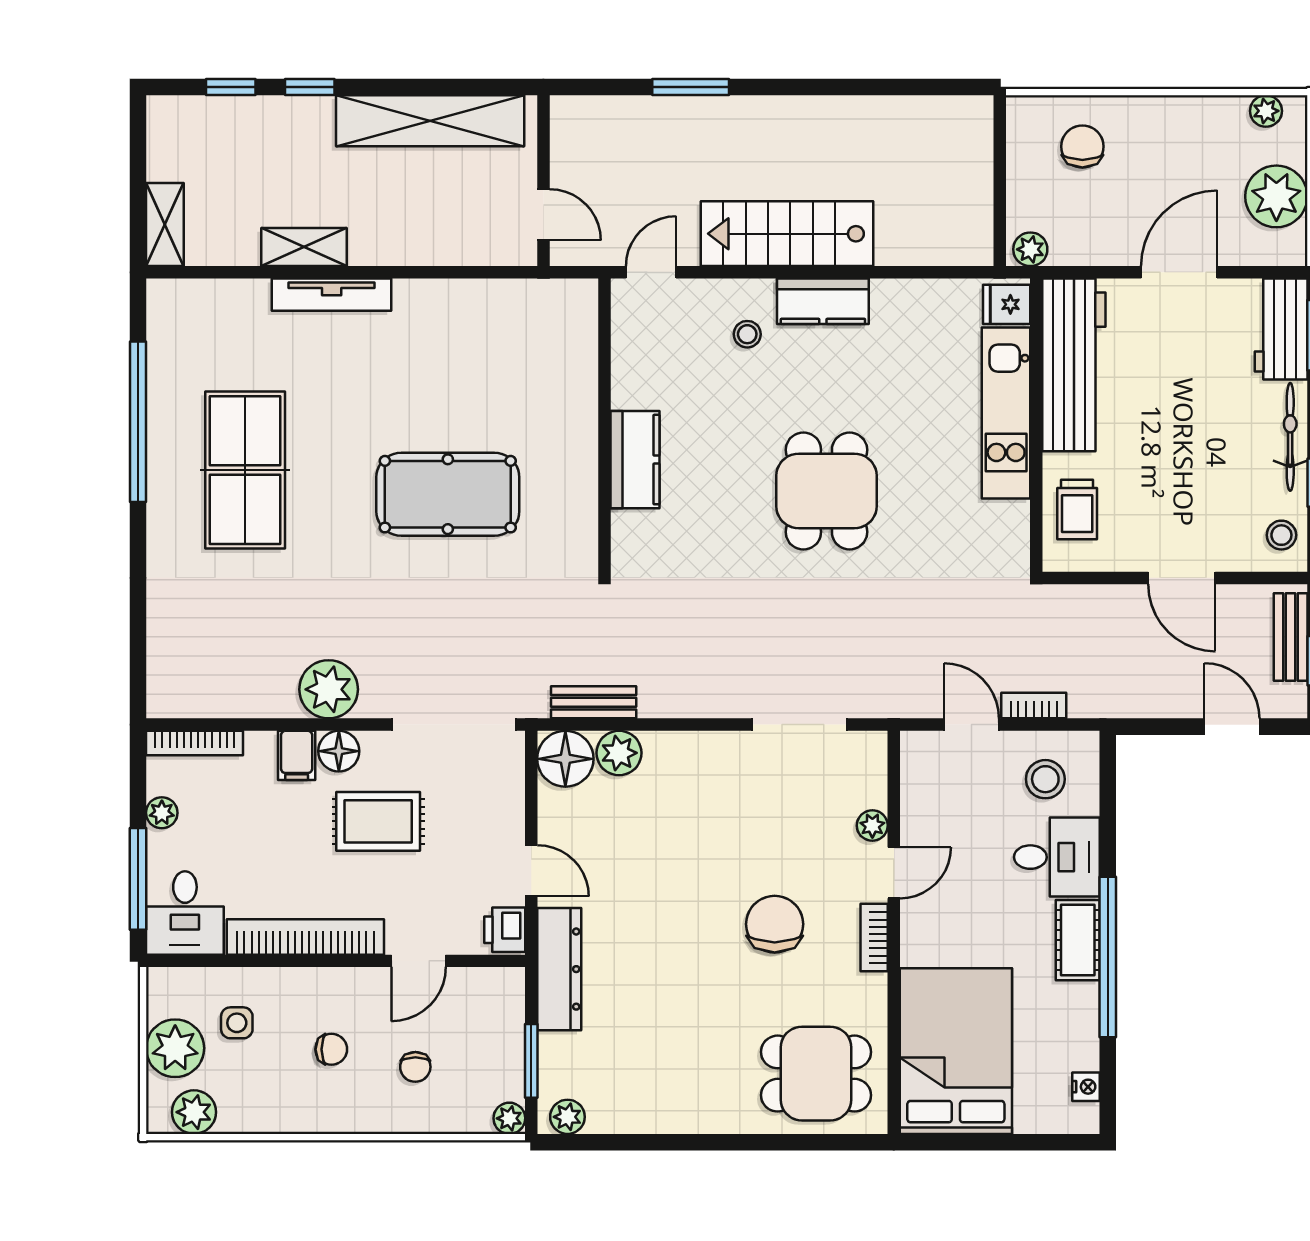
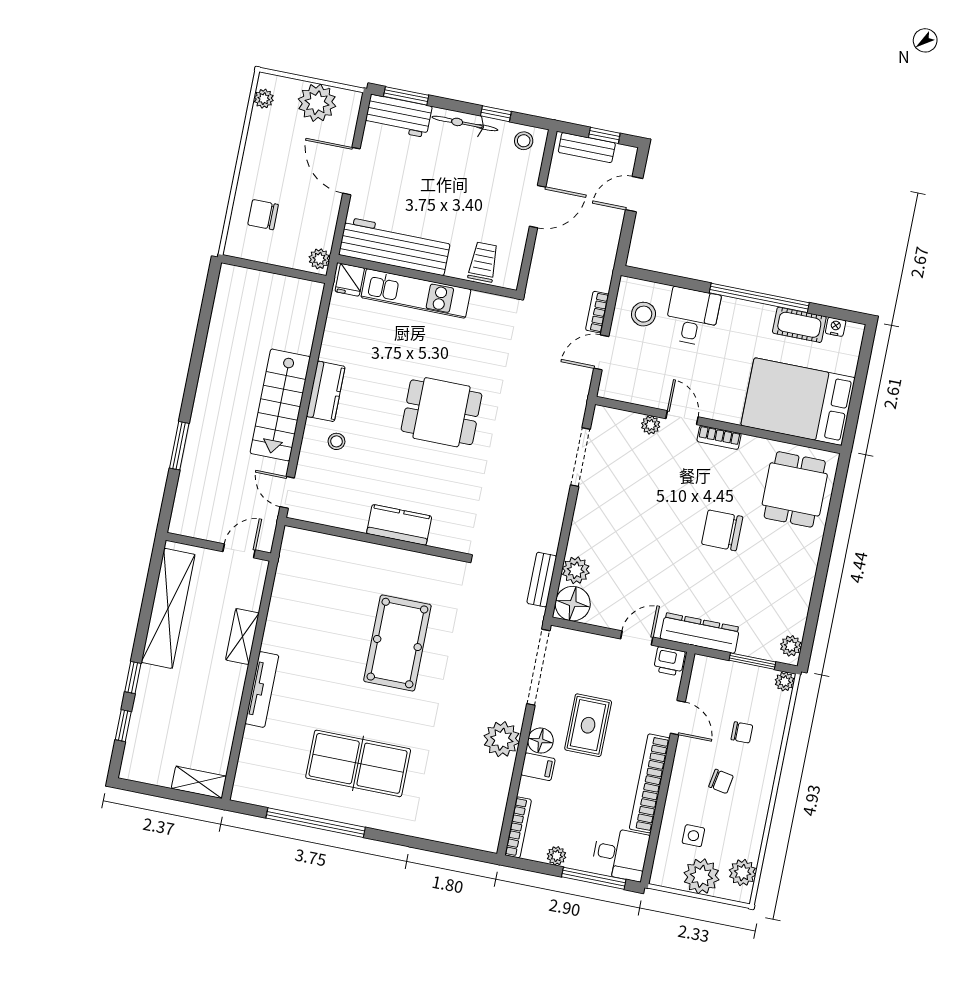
shelving: (304, 247) -> (242, 637), moved
trolley: (1077, 509) -> (483, 262), turned -90
chair: (775, 924) -> (722, 530), moved
cot: (1078, 940) -> (799, 325), moved
chair: (331, 1049) -> (721, 781), turned 100

